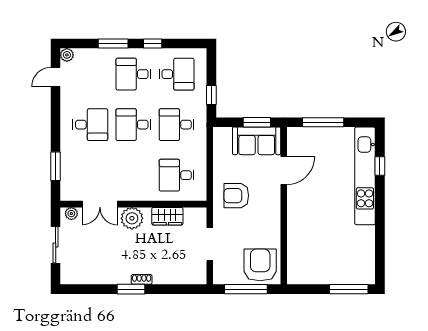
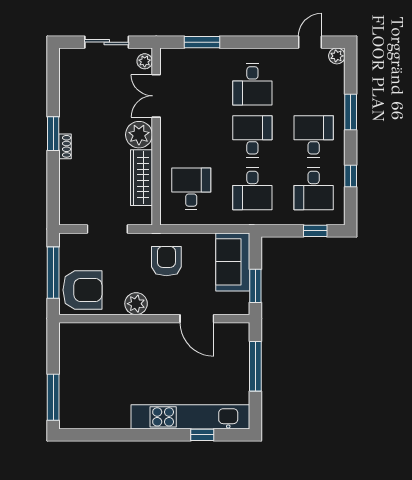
window: (153, 44) -> (351, 176), moved
door: (56, 77) -> (310, 42), hinge flipped
window: (211, 95) -> (315, 231), moved
desk: (177, 125) -> (252, 189), turned 180
sofa: (257, 141) -> (233, 262), moved
wardrobe: (167, 216) -> (141, 178), width x1.50
plant: (271, 221) -> (136, 304), added

